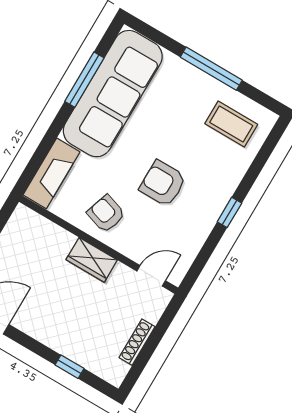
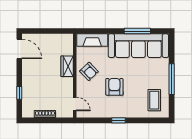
armchair: (106, 214) -> (89, 71), turned 118
wardrobe: (92, 260) -> (67, 66), moved

